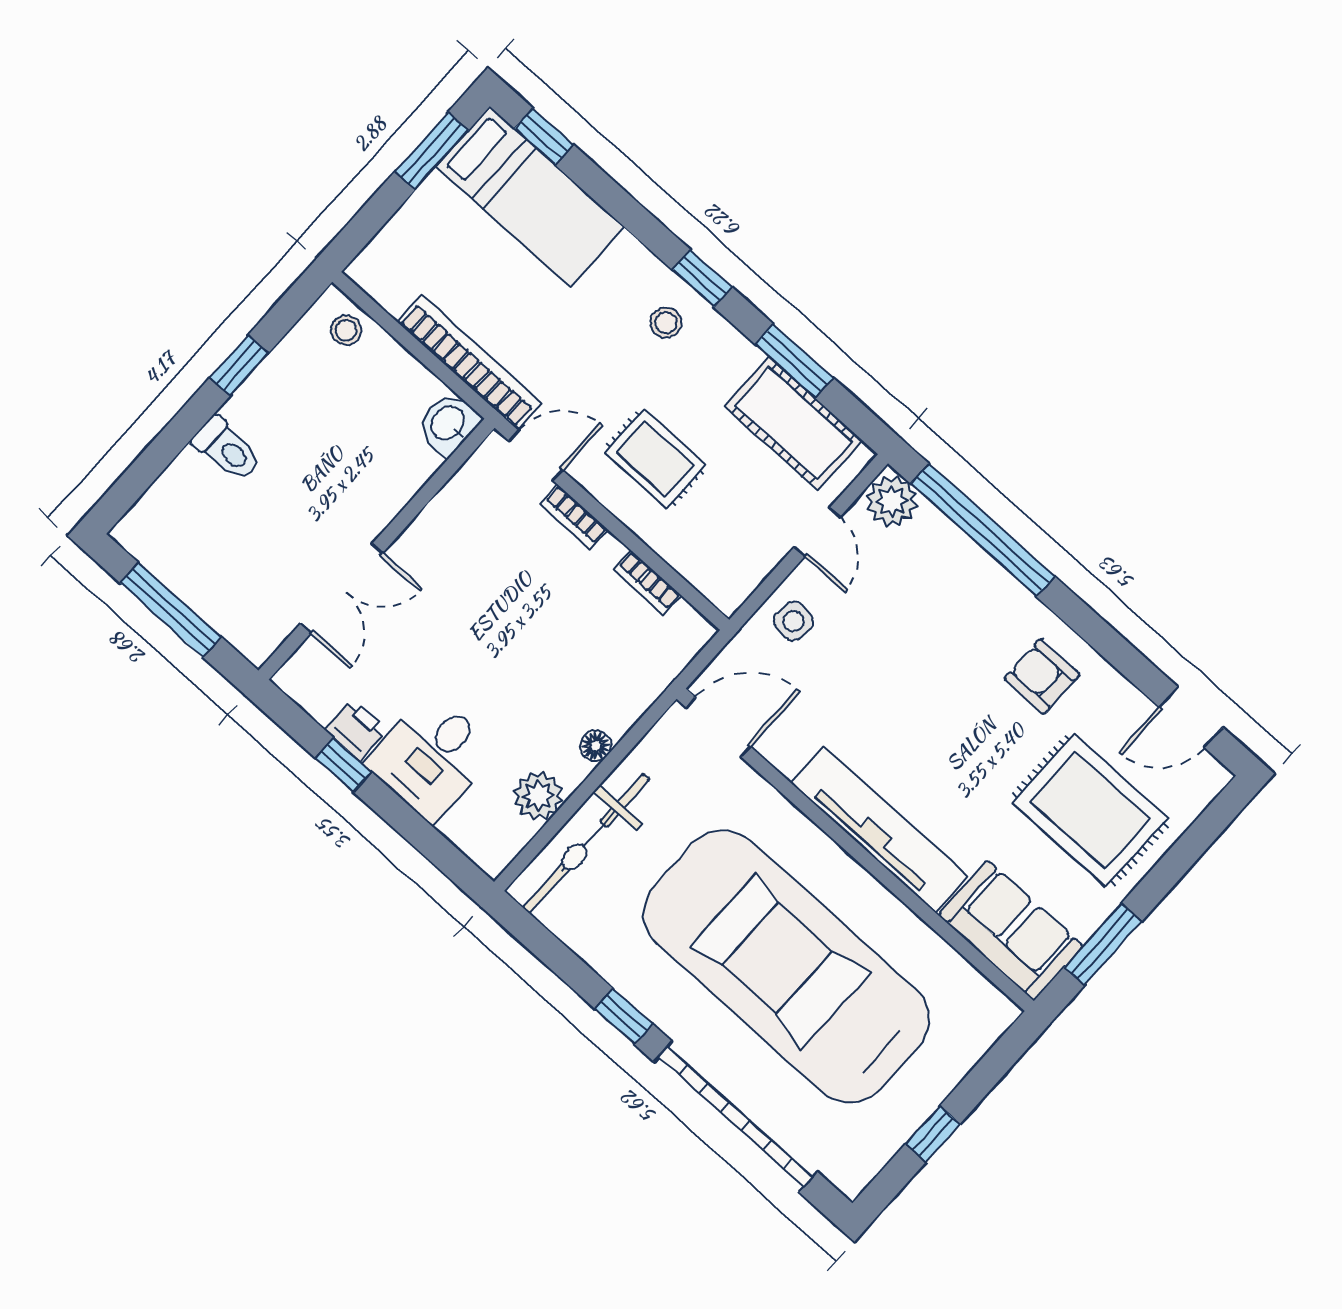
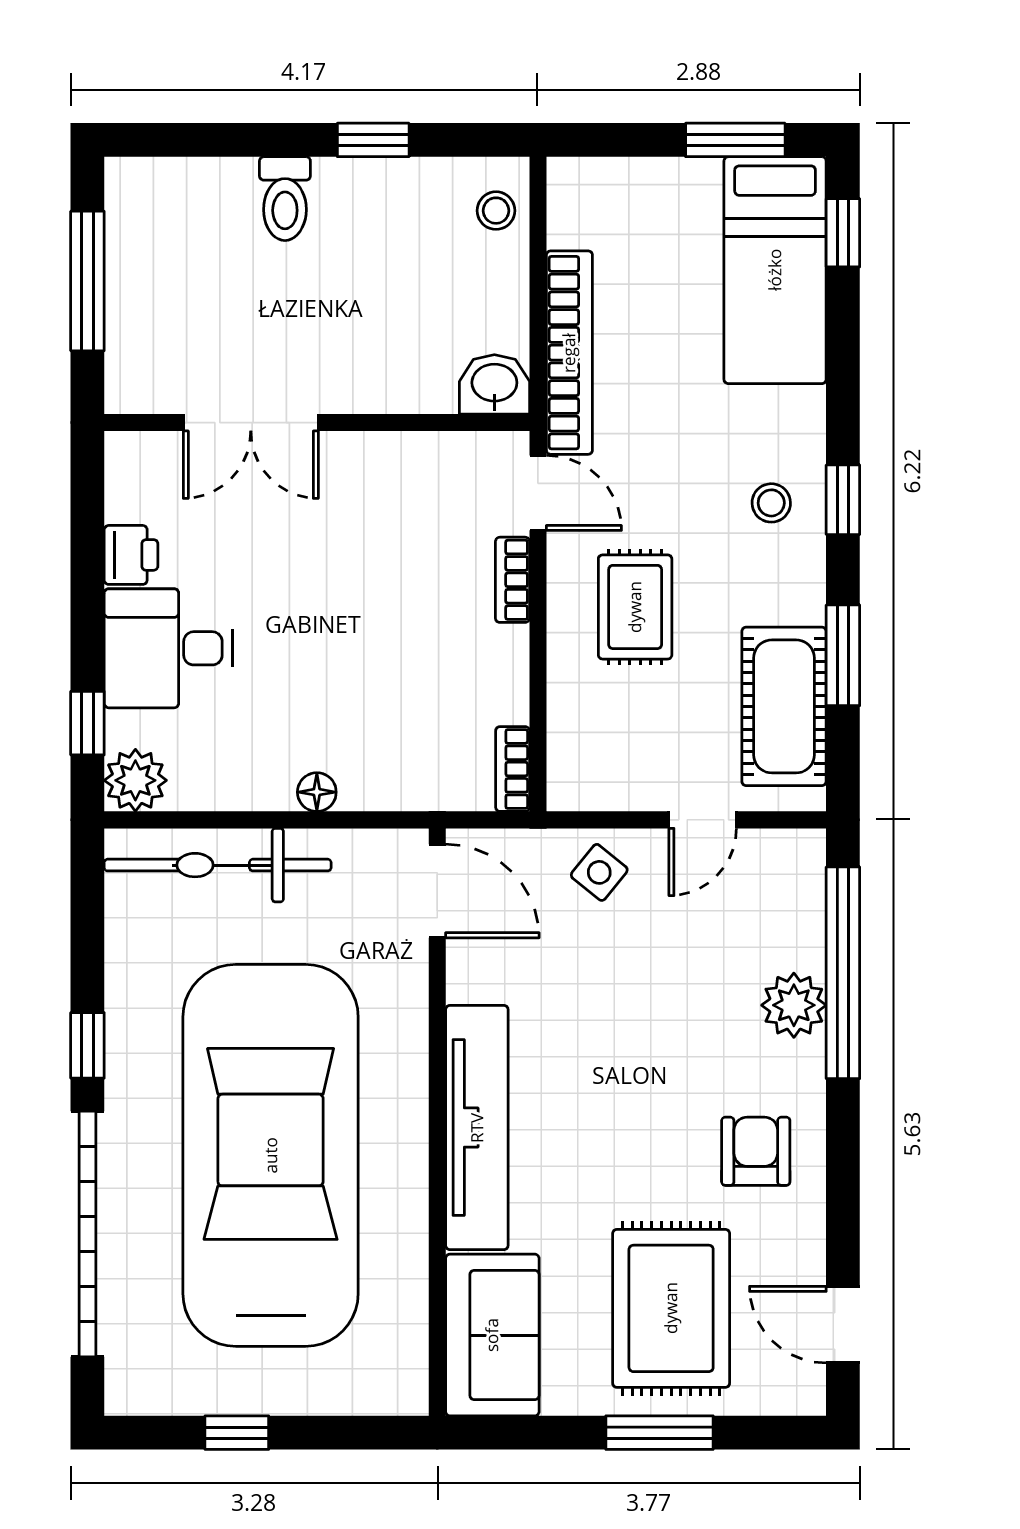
plant: (892, 501) -> (794, 1005), moved
bookcase: (647, 583) -> (513, 769), moved
side table: (793, 621) -> (599, 872), turned 31
window: (343, 765) -> (87, 723), moved
plant: (538, 796) -> (135, 780), moved
window: (1103, 944) -> (659, 1433), moved

